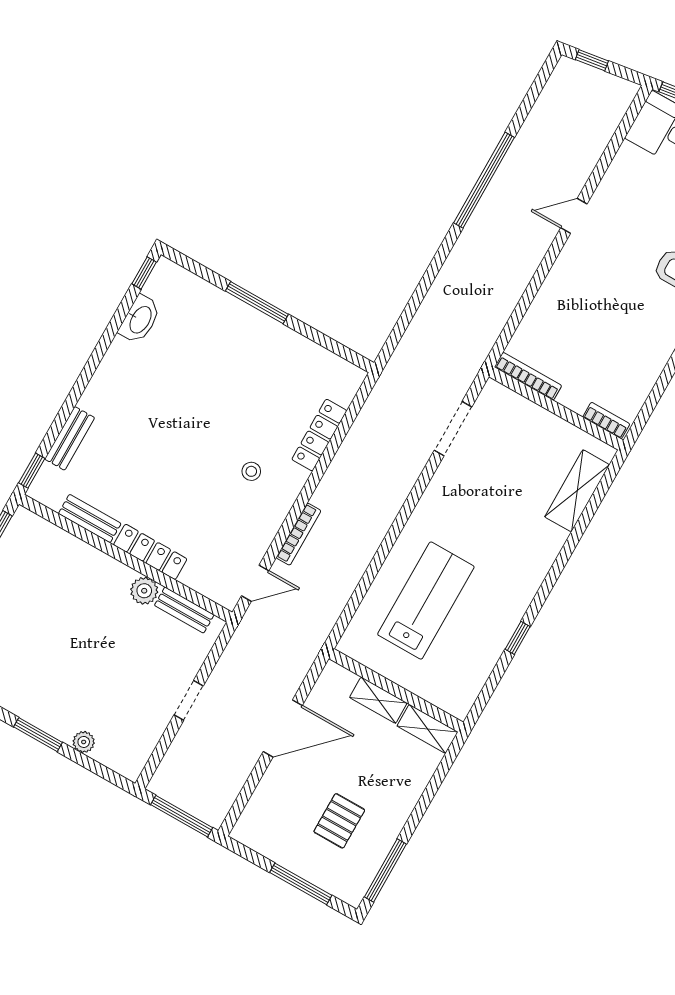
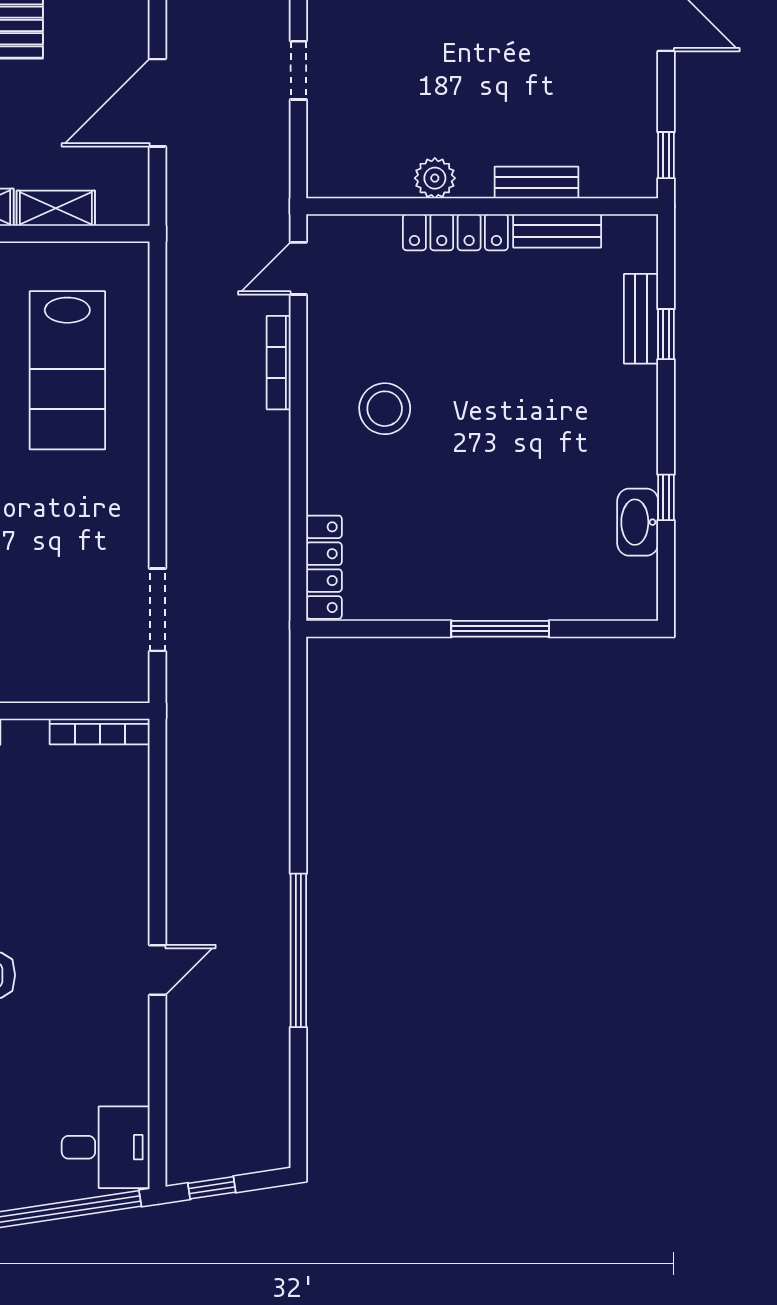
window: (592, 60) -> (212, 1188), moved
window: (144, 273) -> (666, 497), moved
locker: (319, 435) -> (324, 567), moved
window: (32, 471) -> (666, 334), moved
stool: (251, 471) -> (385, 409), width x1.89, depth x1.89
bench: (184, 610) -> (537, 182), moved

